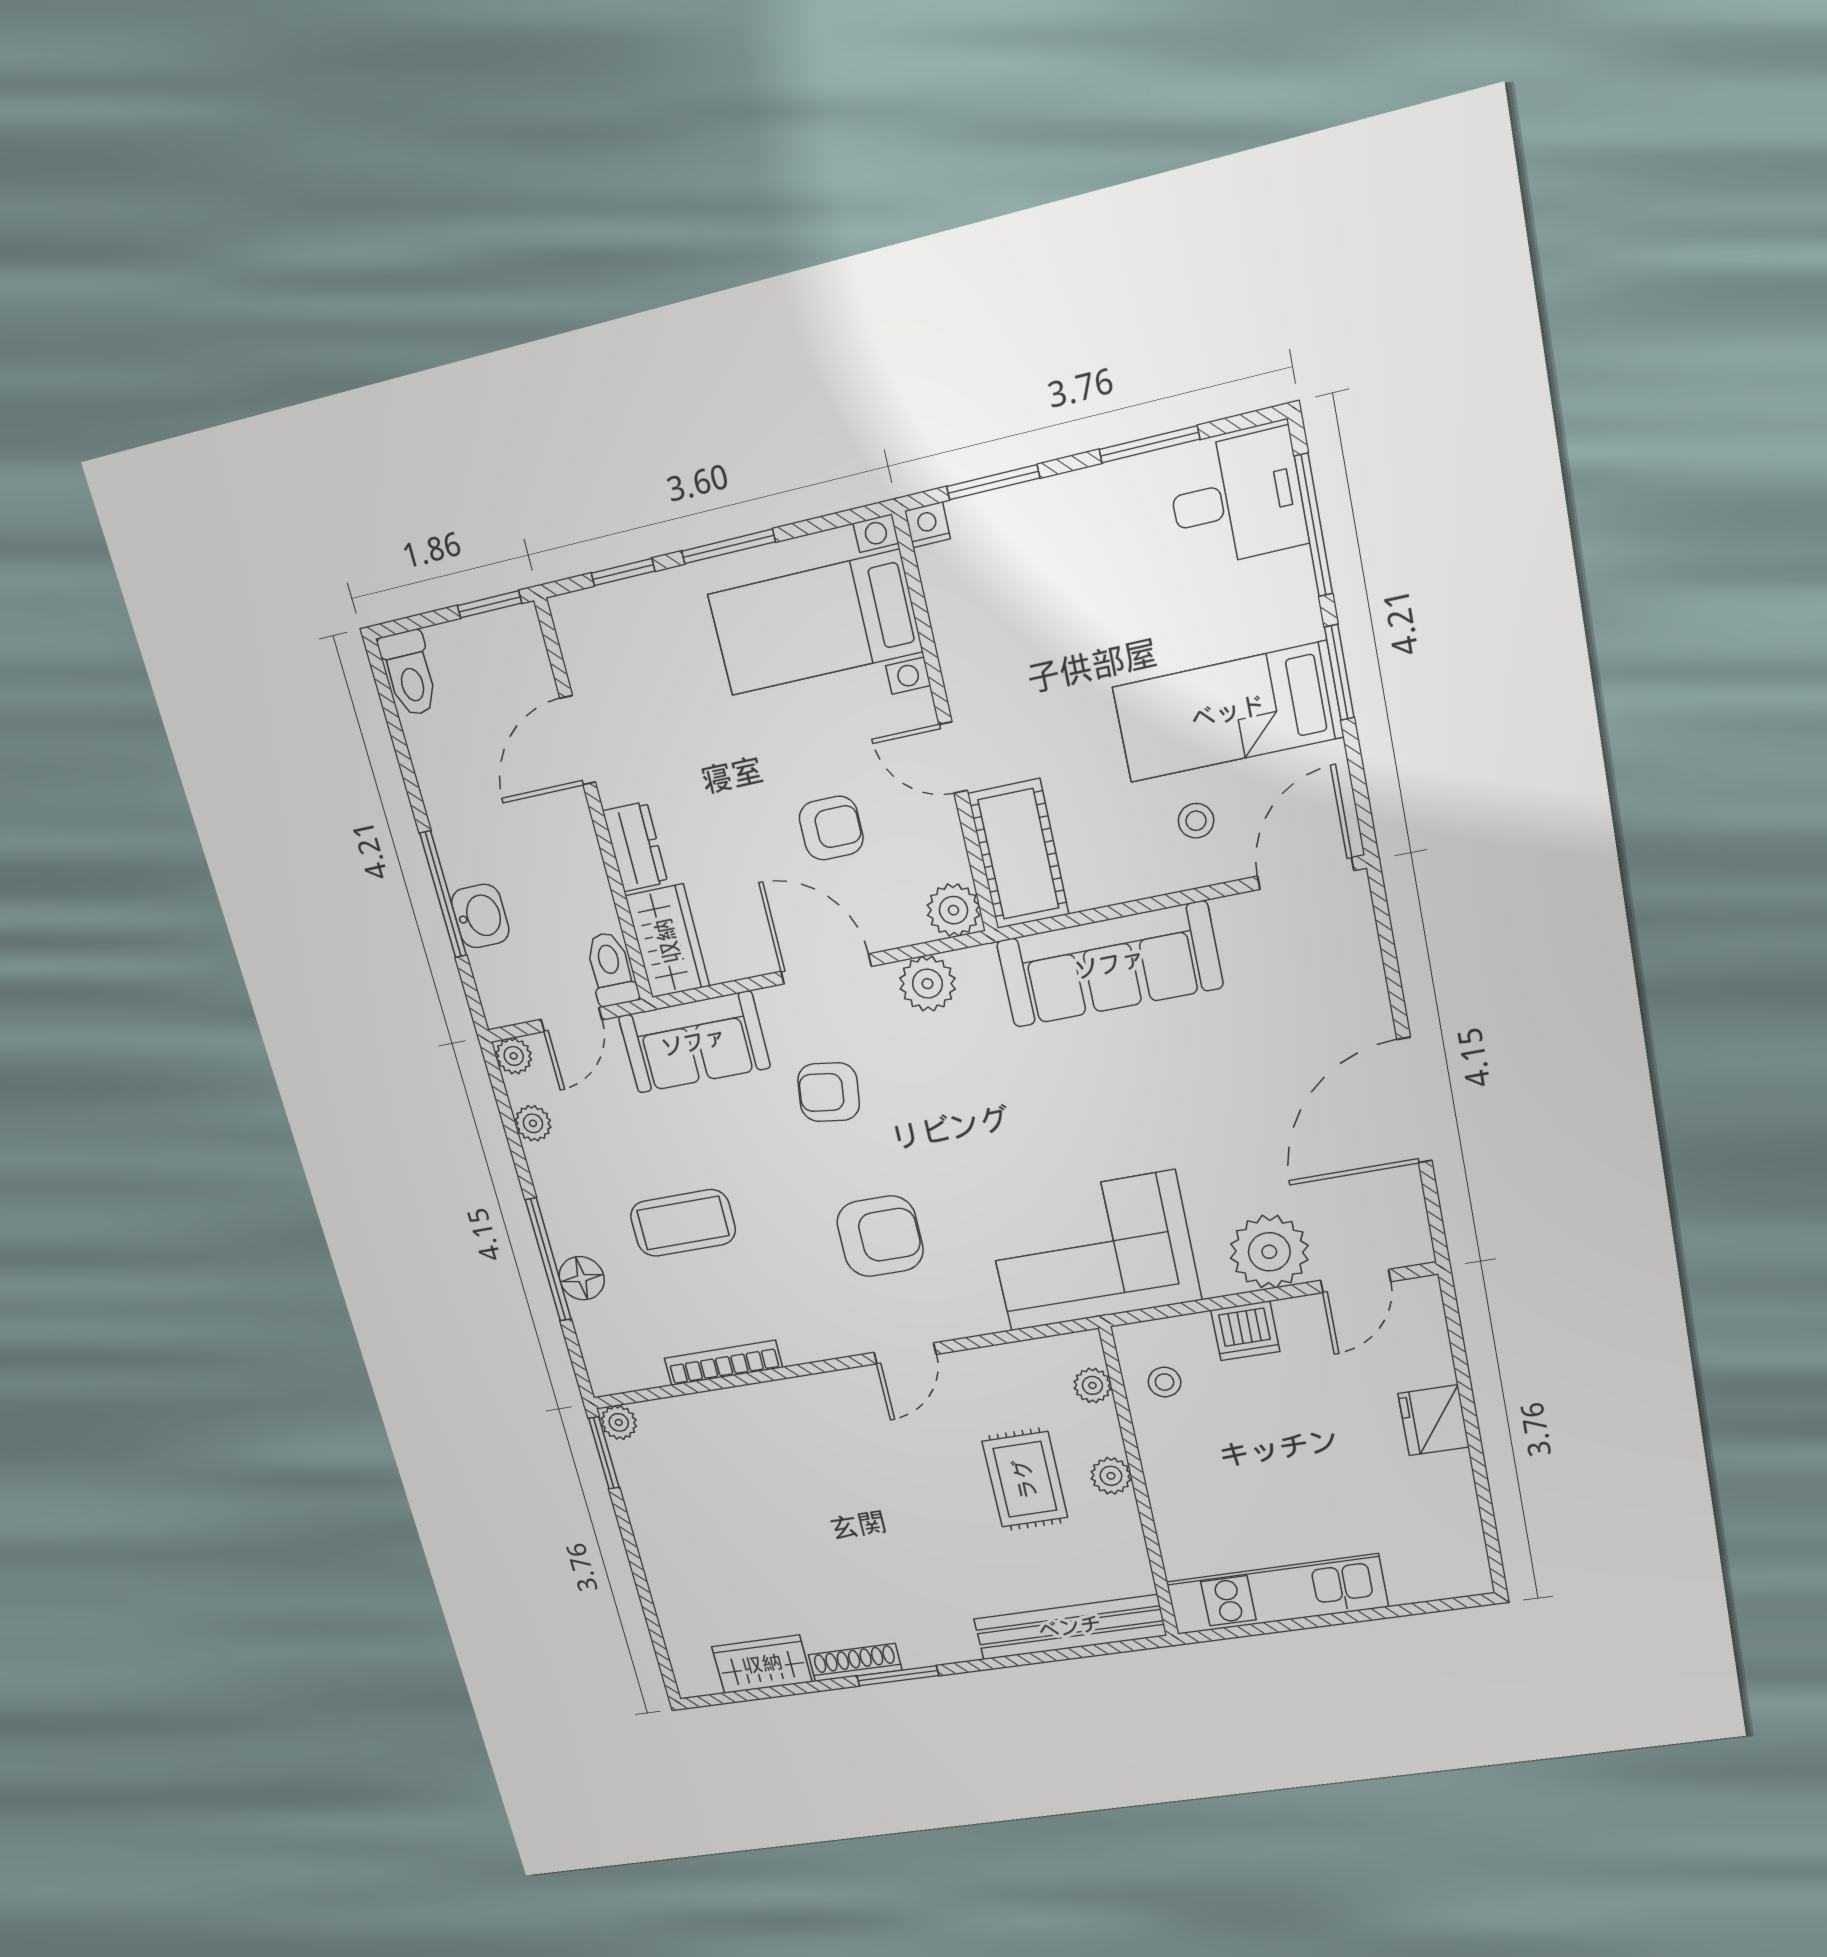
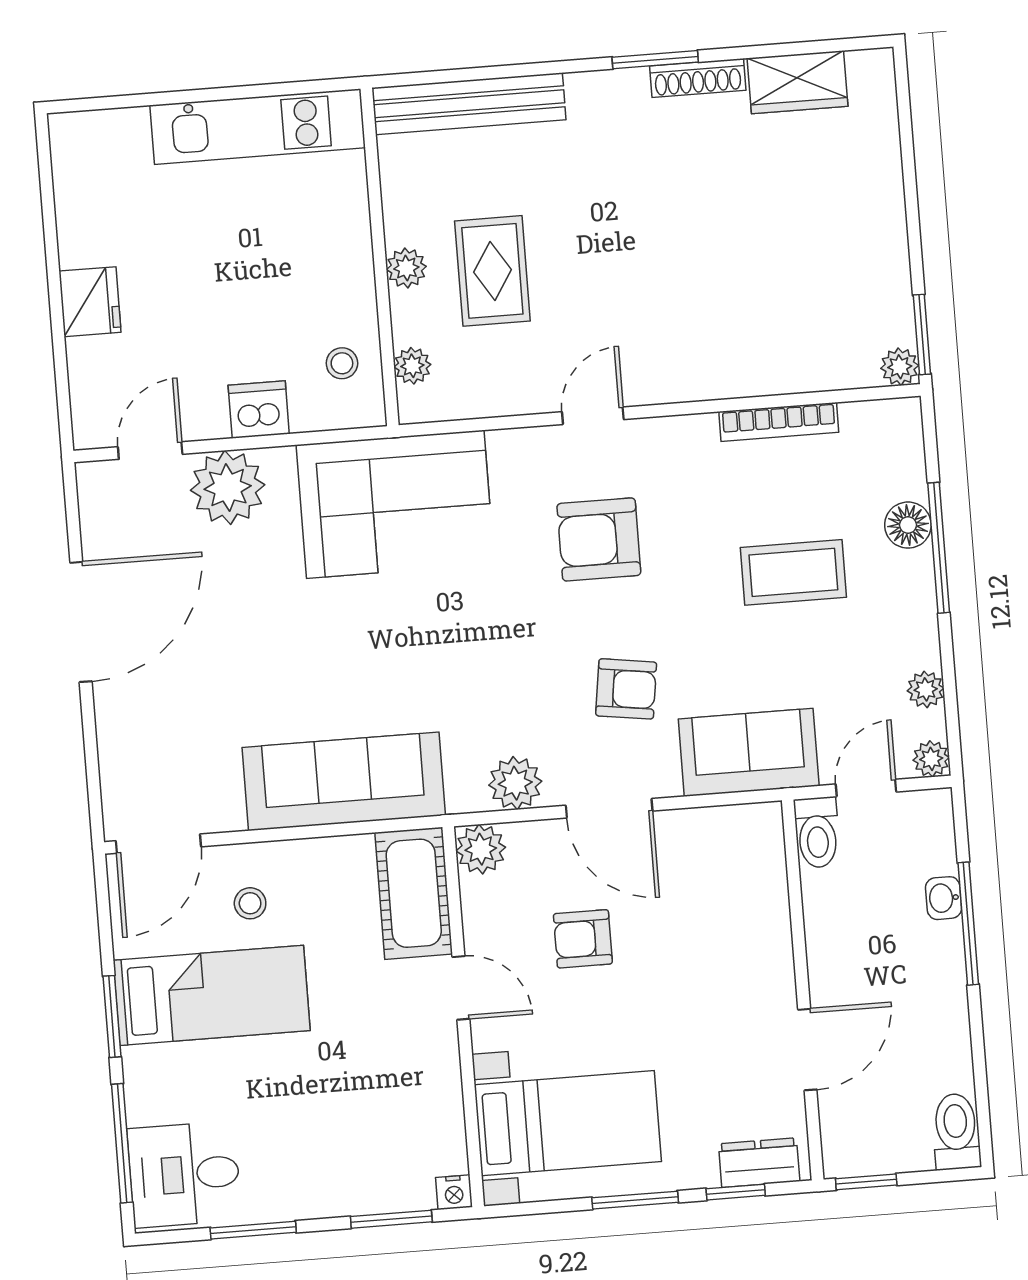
dresser: (635, 847) -> (759, 1163), moved, turned 90
washbasin: (480, 916) -> (943, 898), width x0.72, depth x0.69
wardrobe: (668, 941) -> (757, 853), removed

